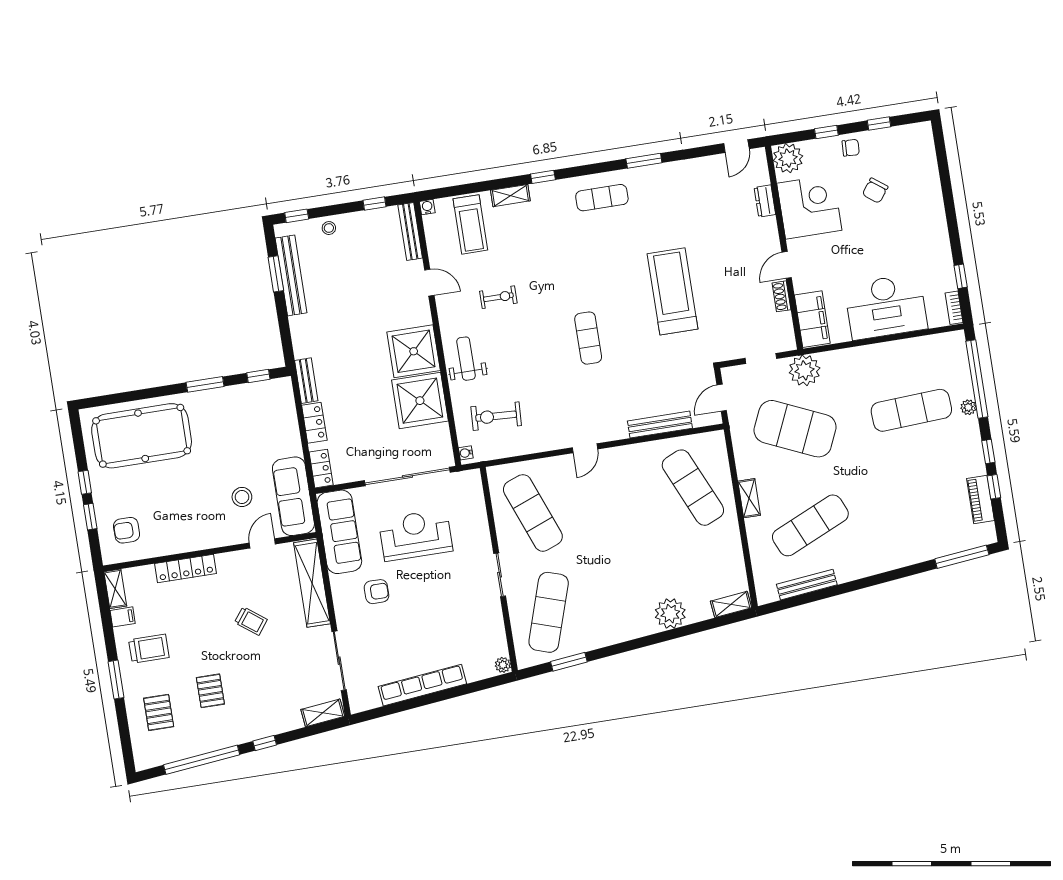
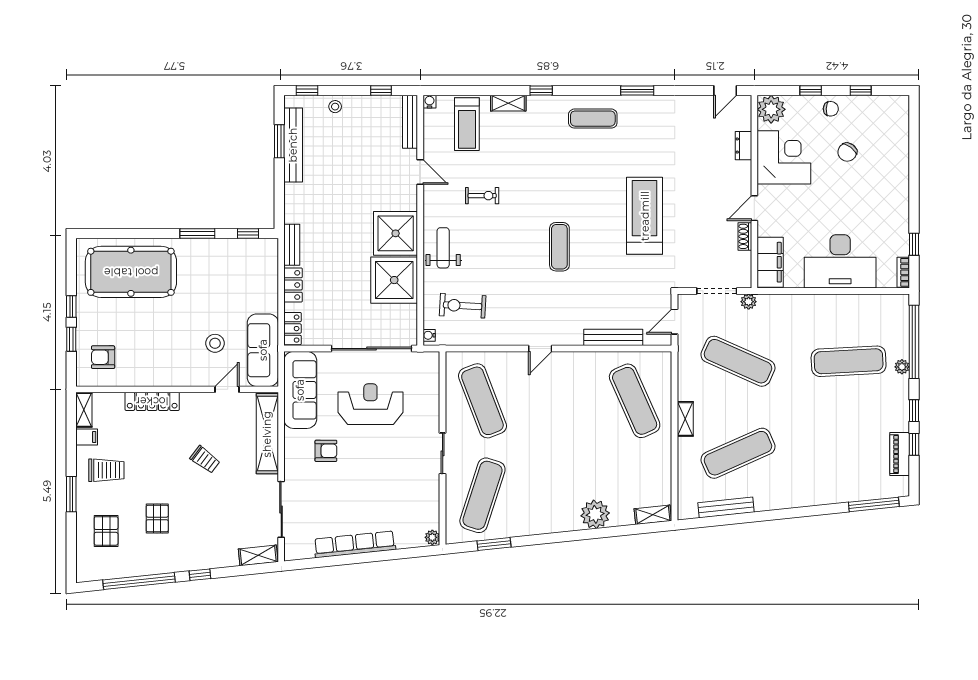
doorway: (761, 358) -> (717, 291), width x1.38
plant: (805, 370) -> (749, 302), width x0.53, depth x0.53
exercise mat: (795, 429) -> (738, 361), width x0.68

